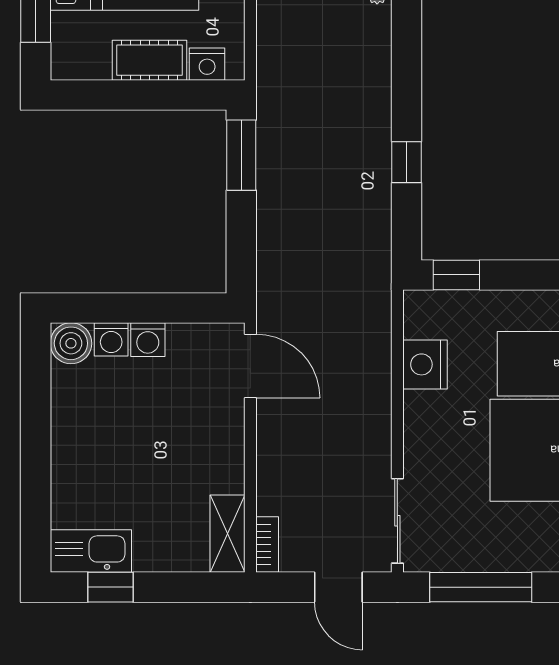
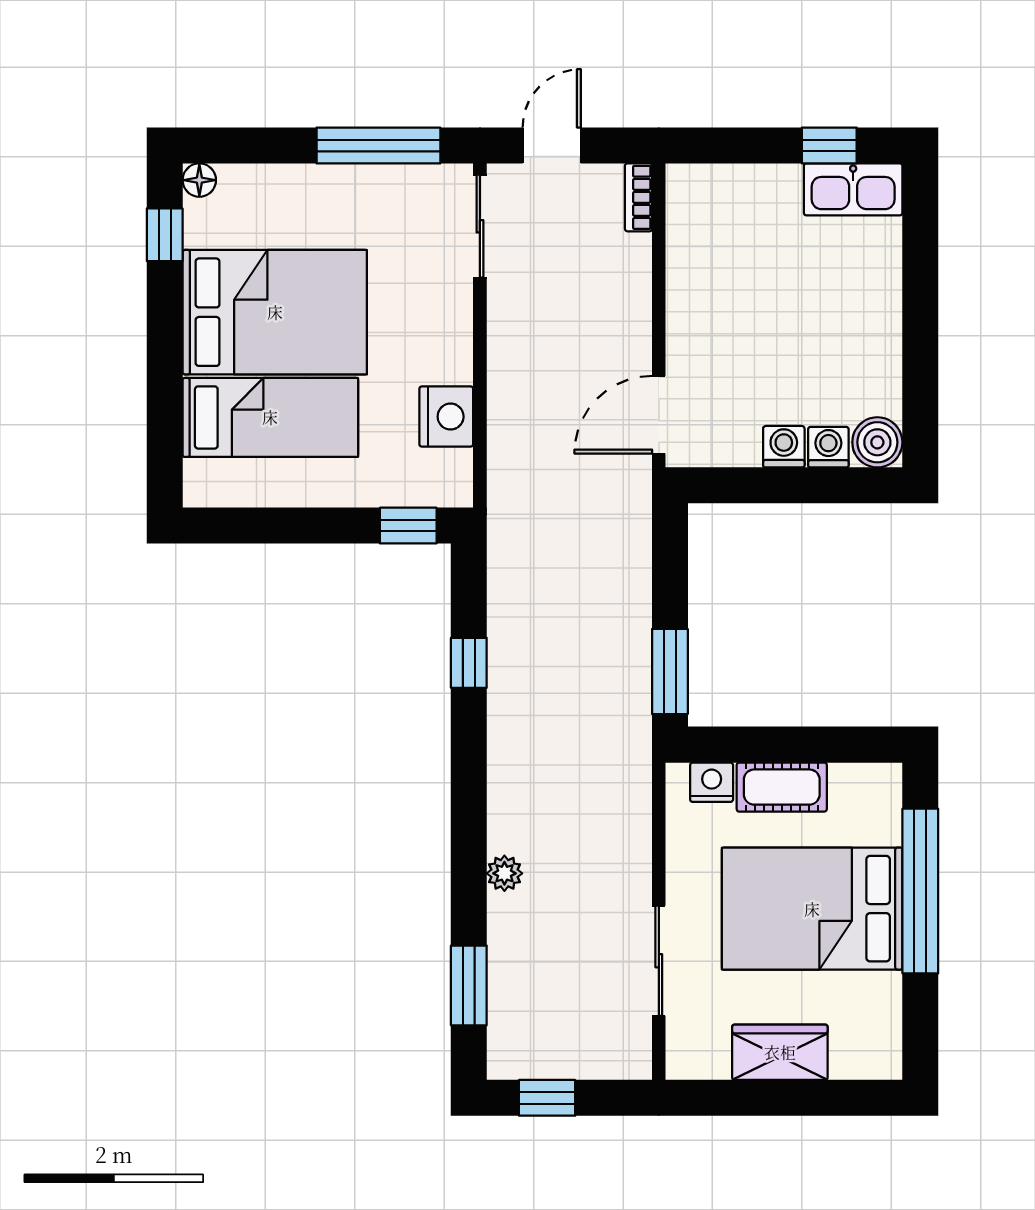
door: (250, 366) -> (659, 415), hinge flipped
shelving: (227, 534) -> (687, 211), removed
door: (338, 587) -> (552, 145), hinge flipped

